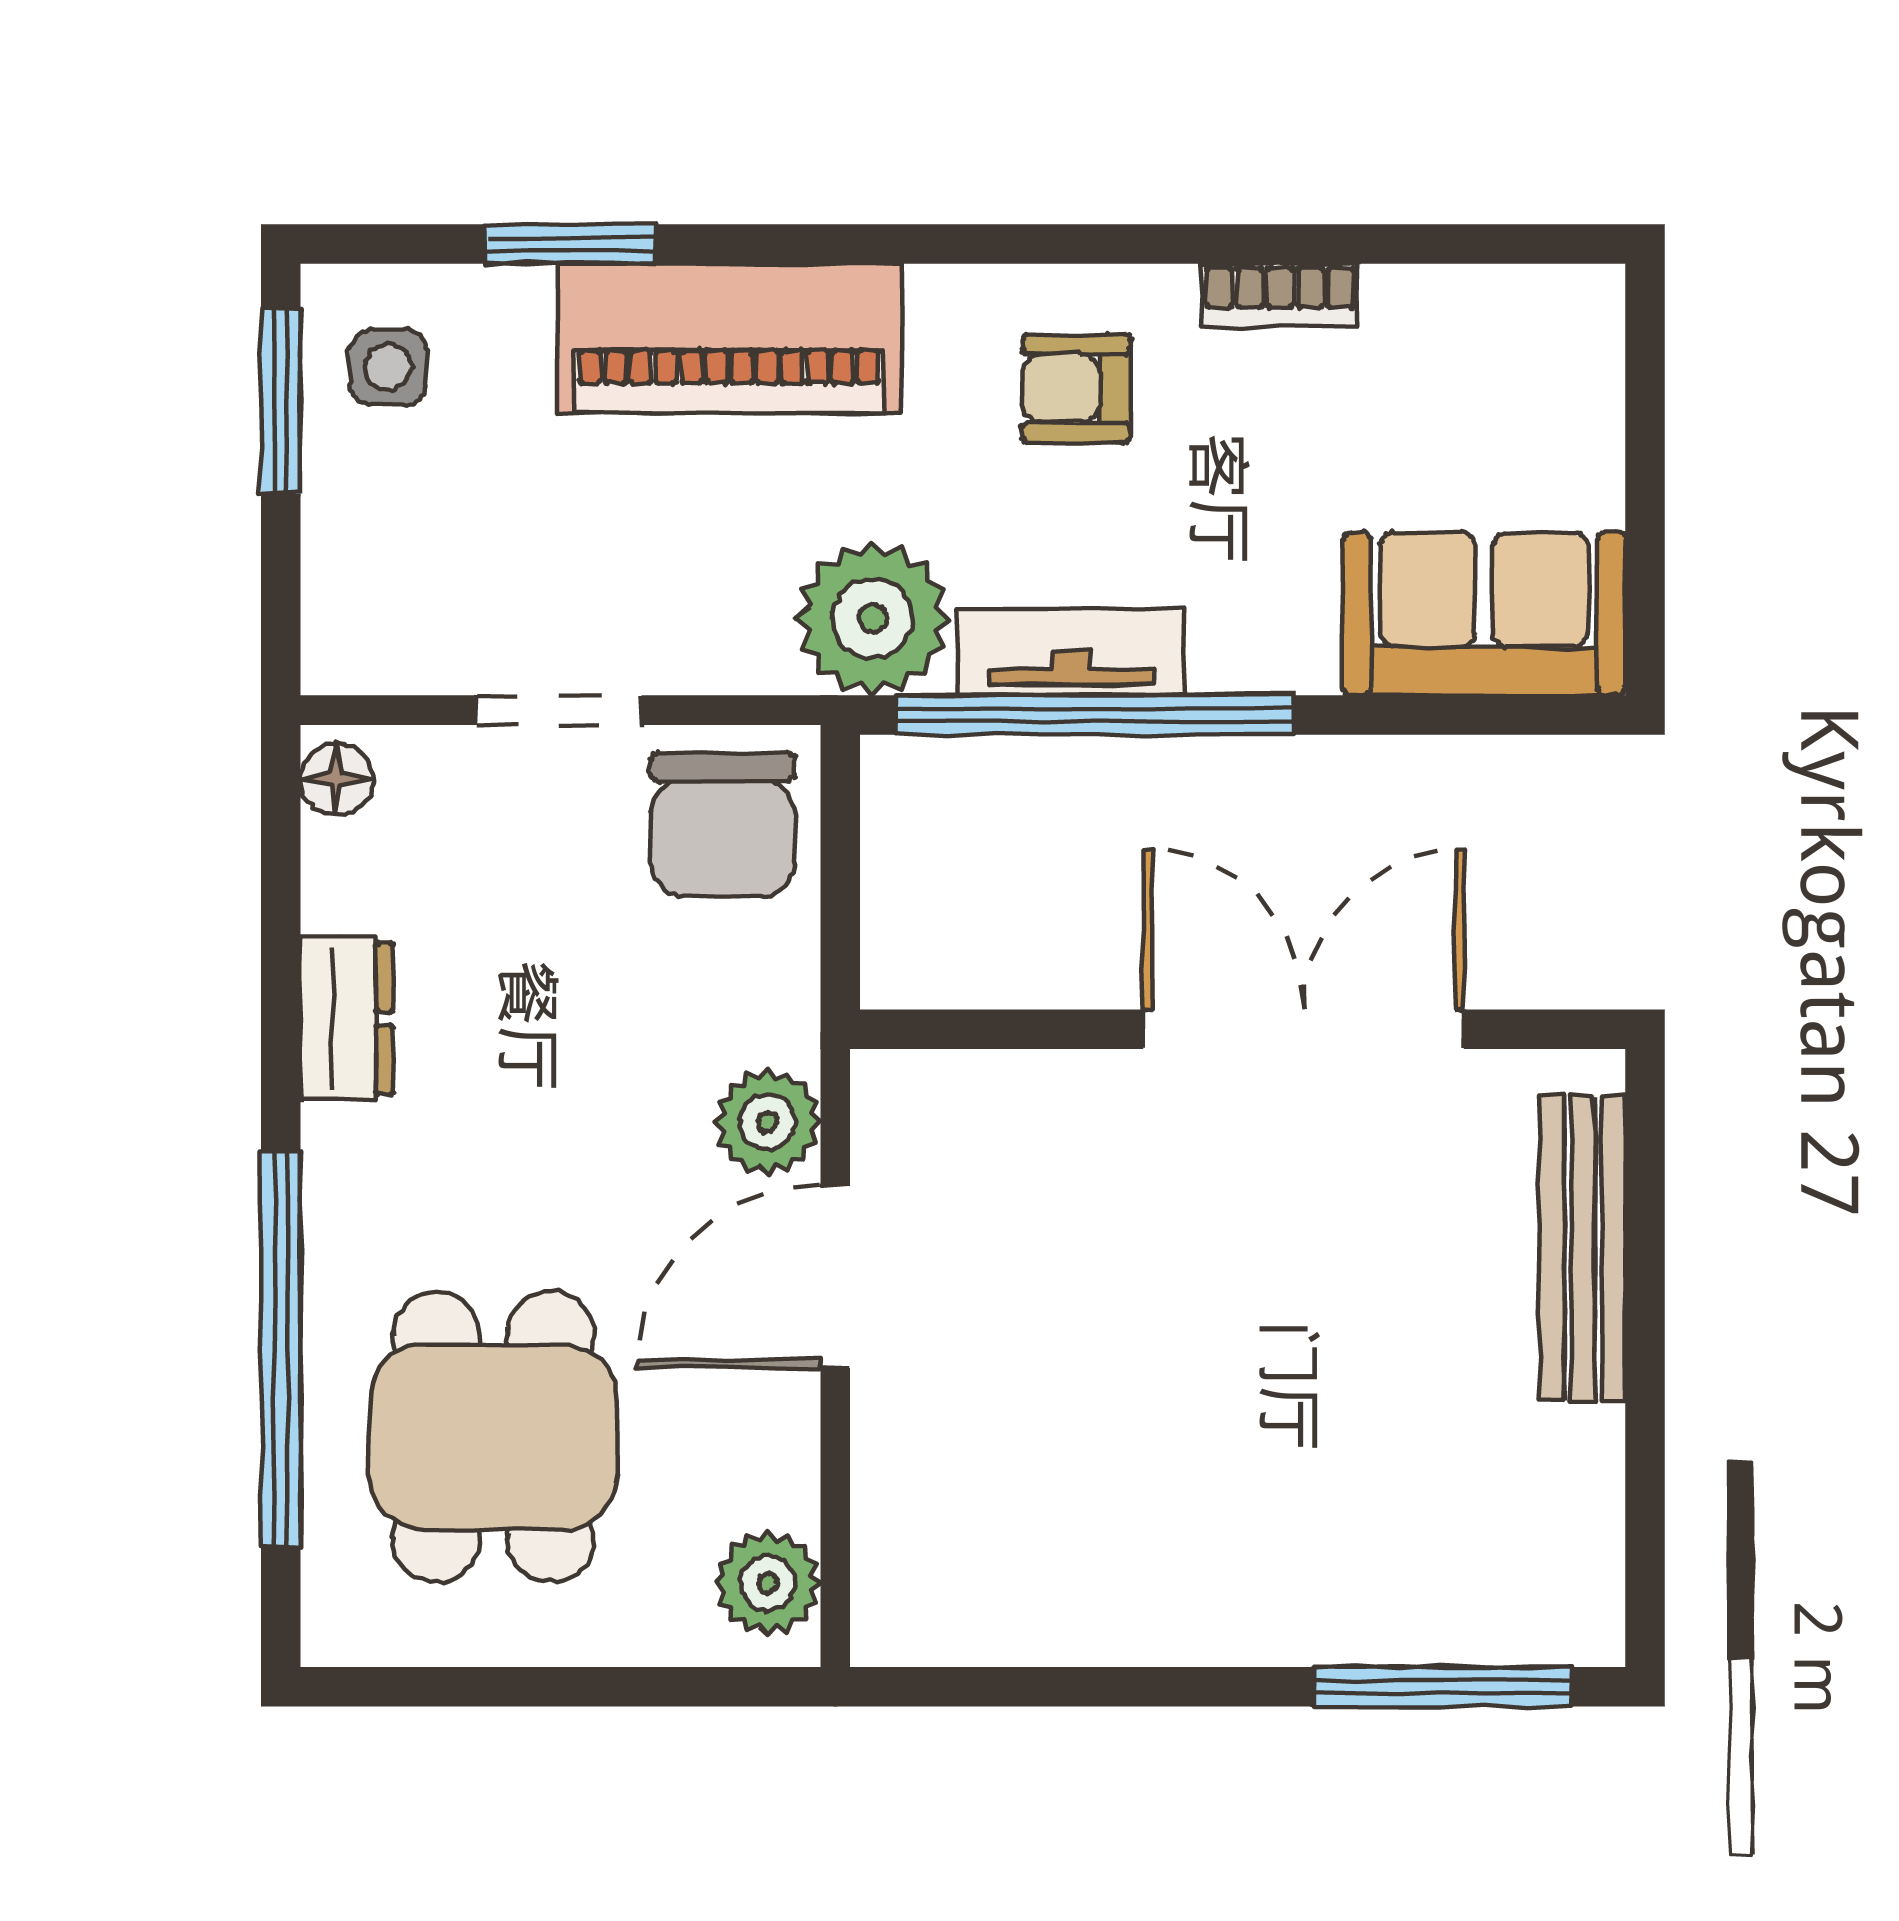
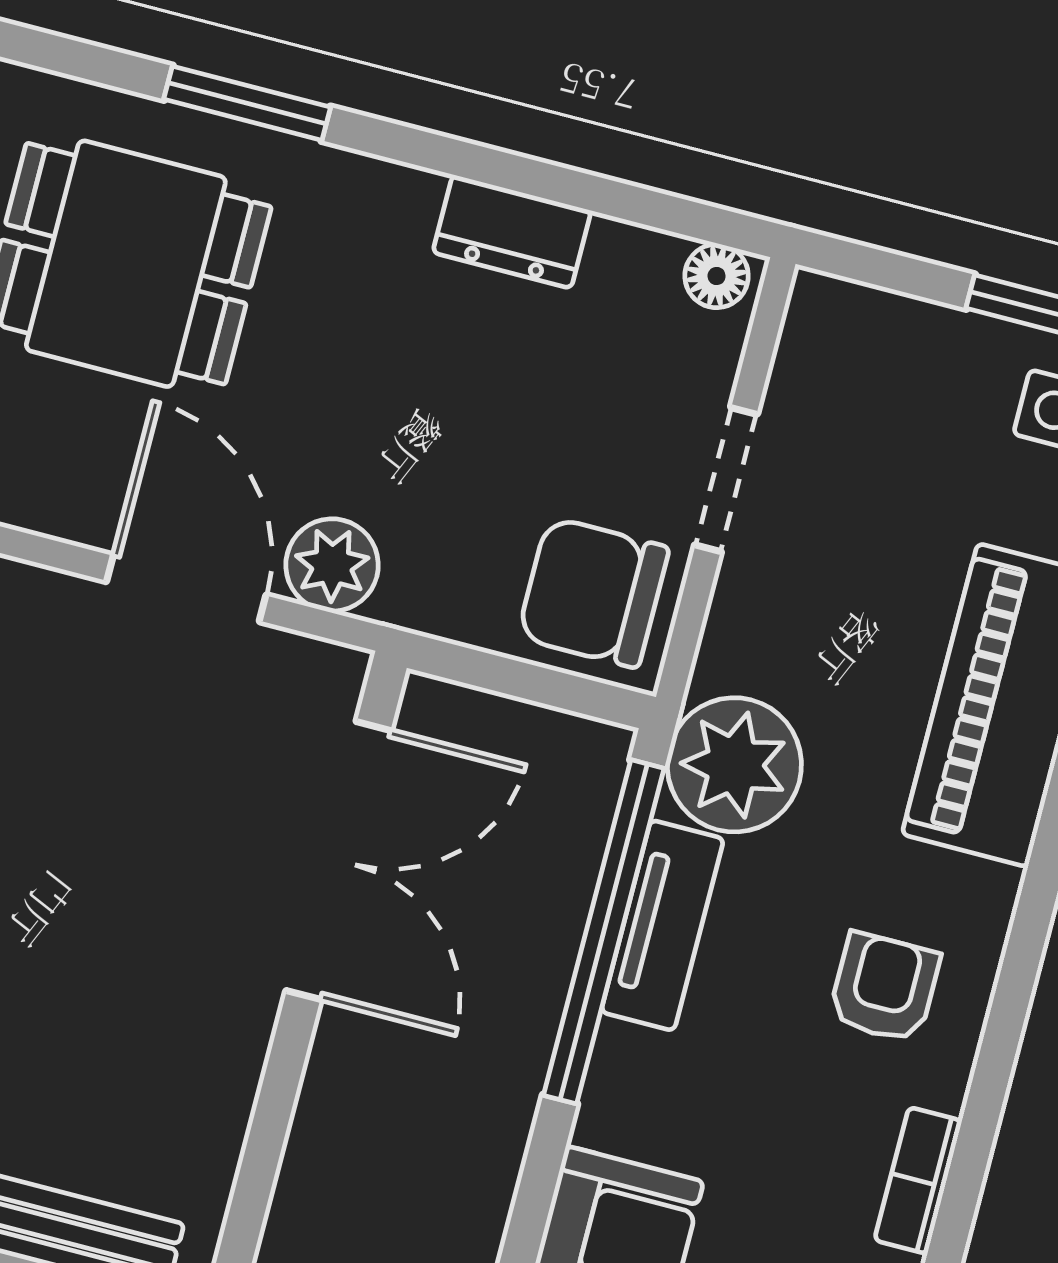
double door: (1303, 1029) -> (339, 861), moved
window: (281, 1349) -> (247, 103), width x0.47

